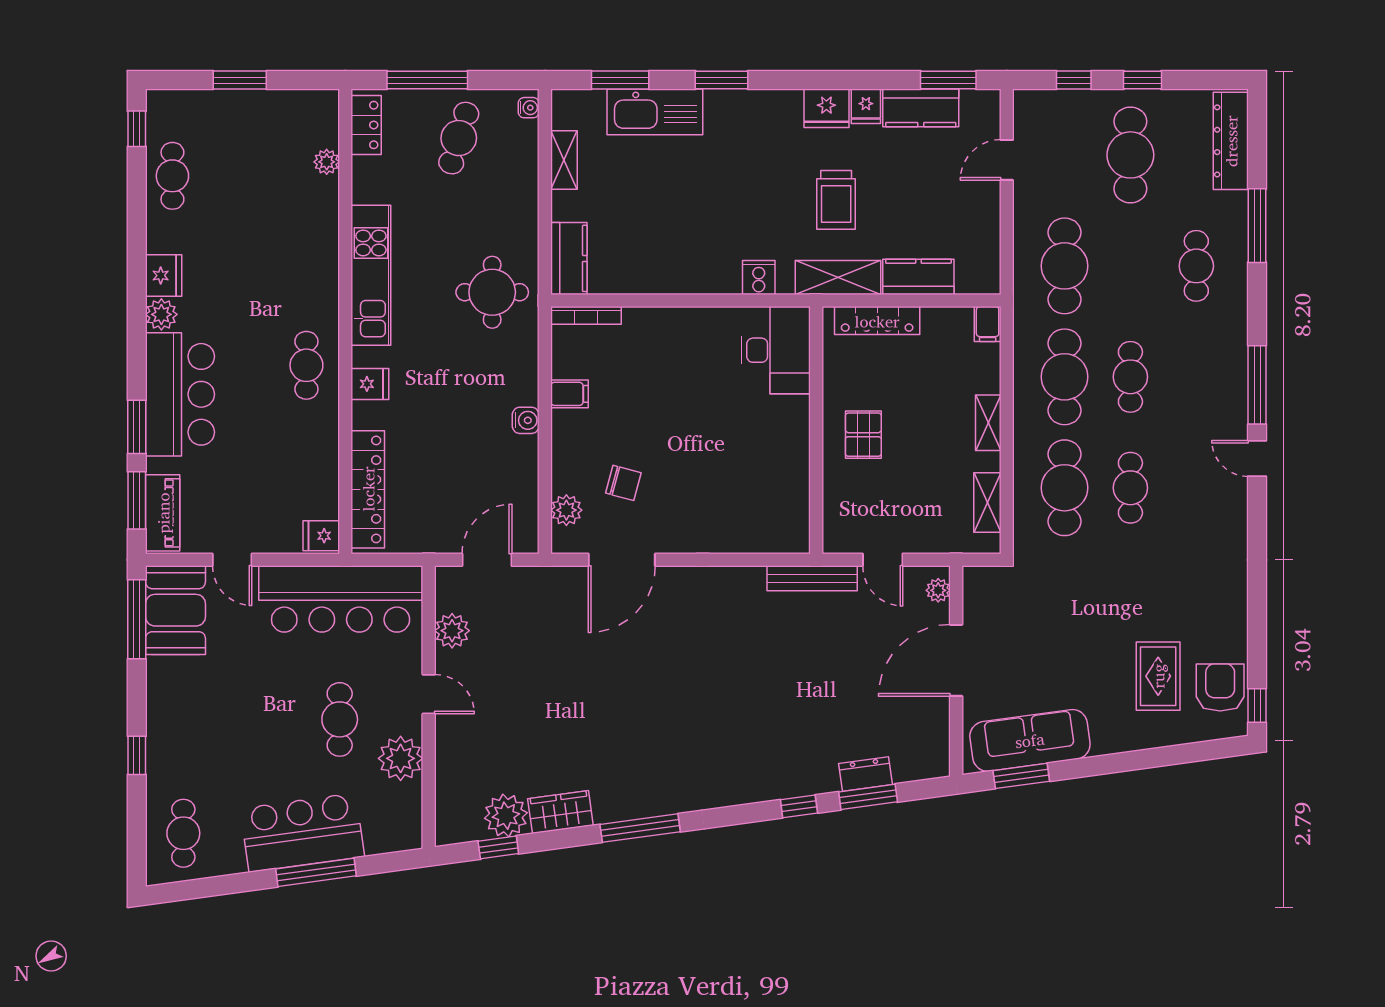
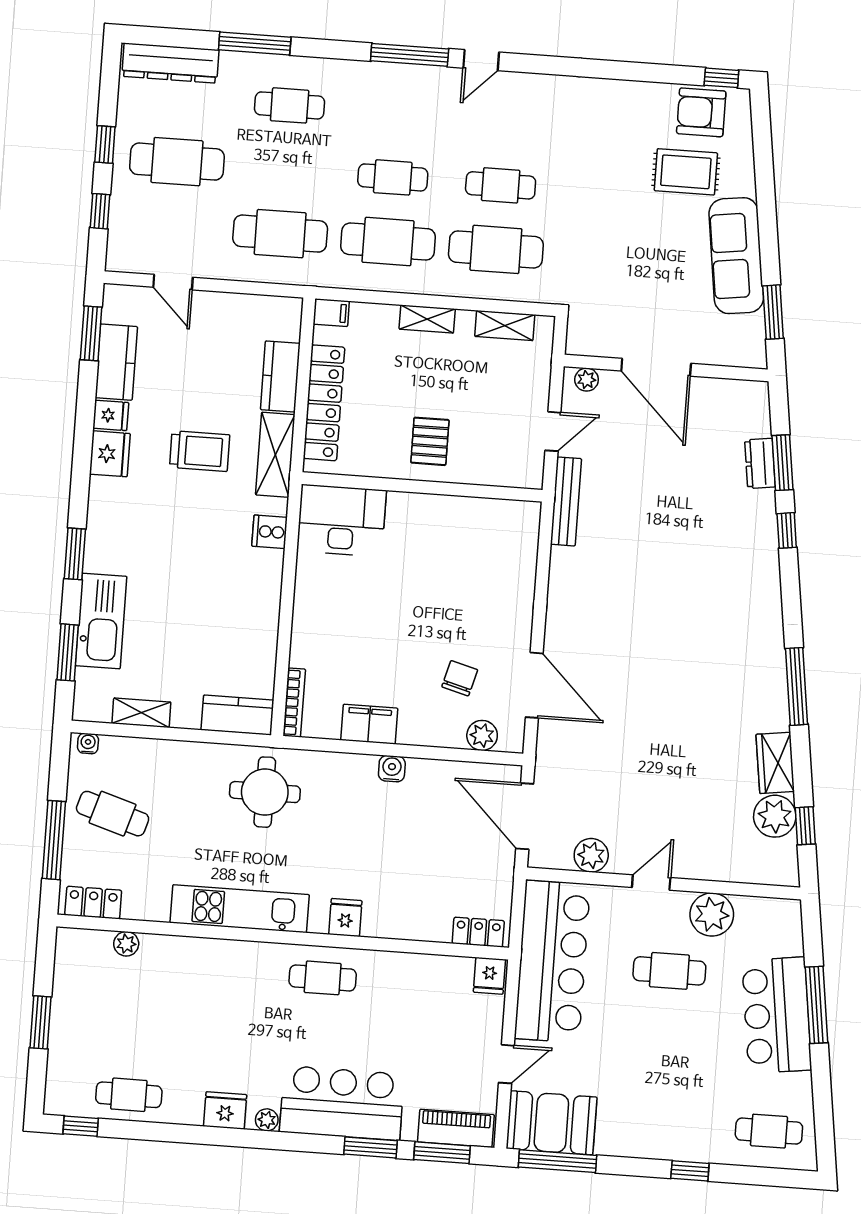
plant: (161, 314) -> (267, 1120), width x0.73, depth x0.73
locker: (877, 321) -> (324, 403), width x1.41, depth x1.21
filing cabinet: (569, 394) -> (369, 724), width x2.00
pallet: (863, 435) -> (430, 441), turned 90
locker: (368, 489) -> (478, 932), width x0.46, depth x0.83
door: (487, 560) -> (525, 816), width x1.36
sofa: (1030, 740) -> (736, 256), moved

